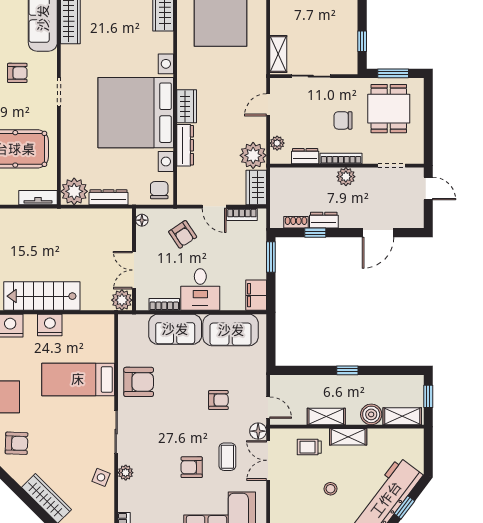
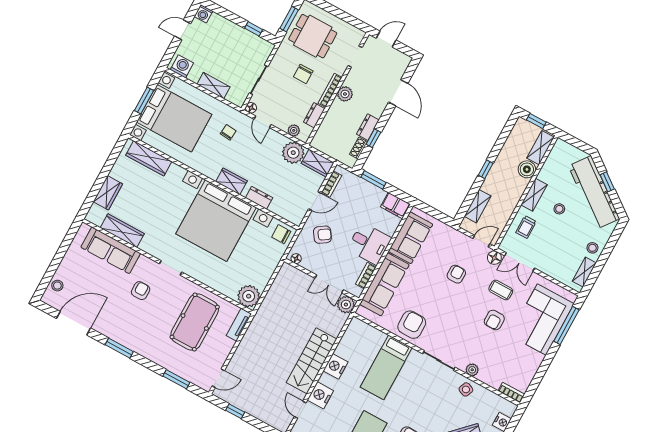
shelving: (278, 54) -> (214, 86), moved
chair: (237, 74) -> (228, 132), added
floor lamp: (276, 84) -> (251, 108), added
dresser: (185, 145) -> (259, 198), width x0.70
dresser: (109, 197) -> (266, 274), removed
sofa: (175, 329) -> (384, 284), width x1.36
shelving: (326, 416) -> (478, 206), moved
stool: (331, 489) -> (559, 209), moved

